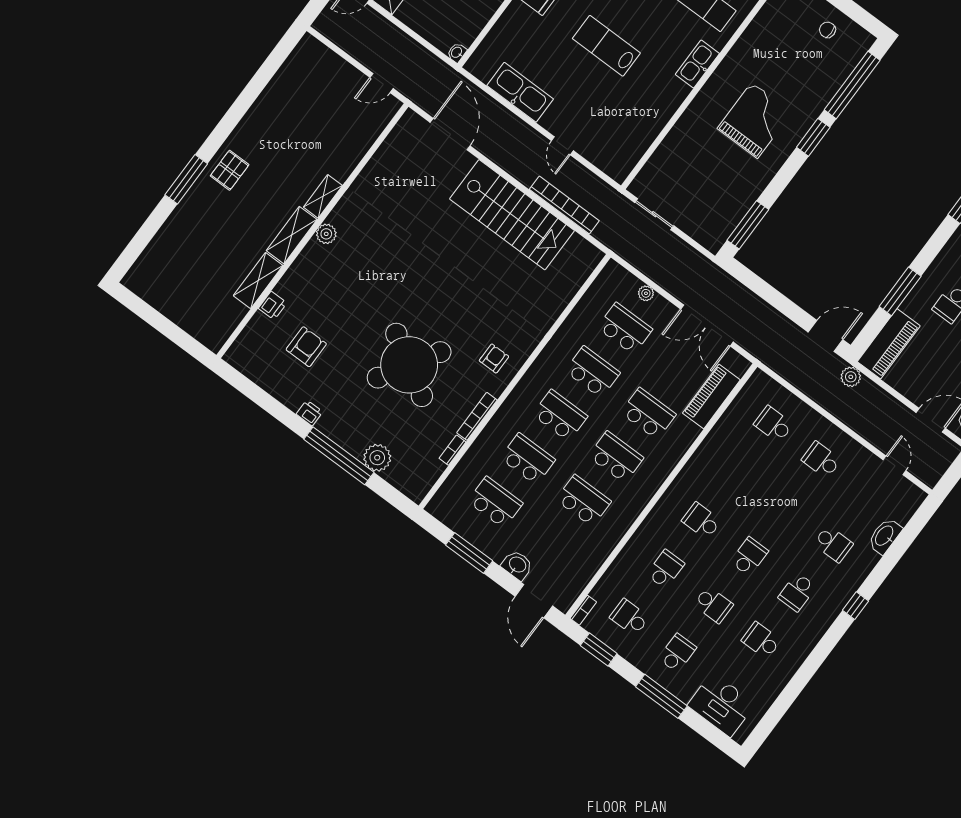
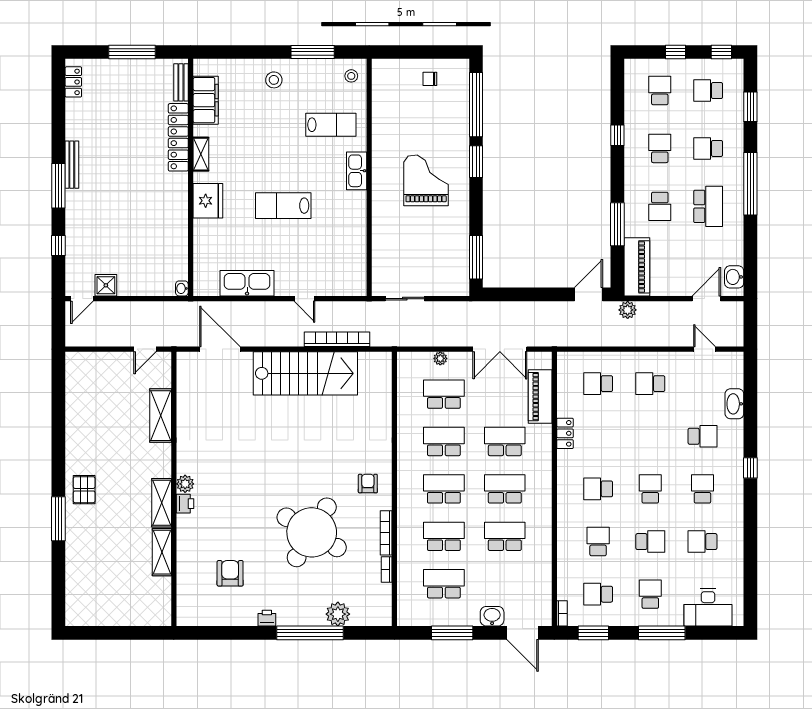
shelving: (323, 196) -> (161, 416), moved, width x1.50, depth x1.33
printer: (273, 306) -> (185, 504), moved
locker: (709, 447) -> (565, 433), added
school desk: (797, 592) -> (702, 489), turned 180

